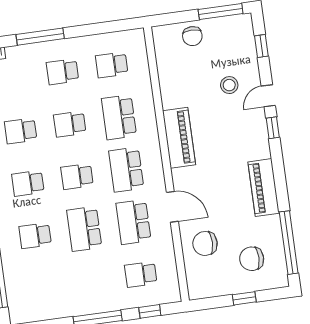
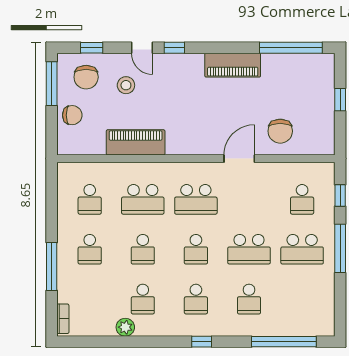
piano: (179, 138) -> (136, 142), moved
school desk: (133, 222) -> (302, 249), moved
chair: (252, 259) -> (86, 77), moved

